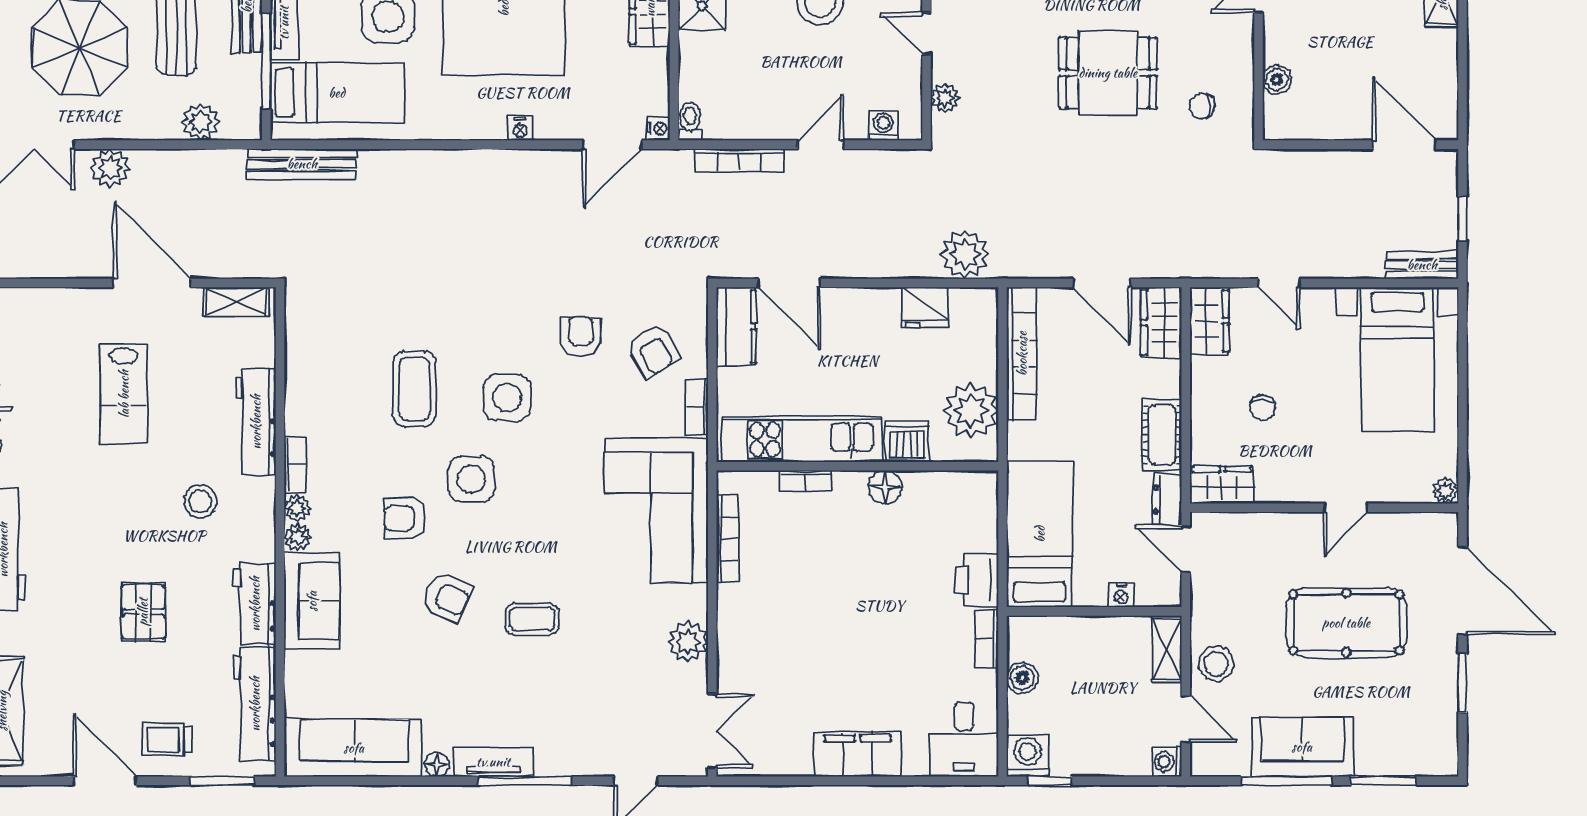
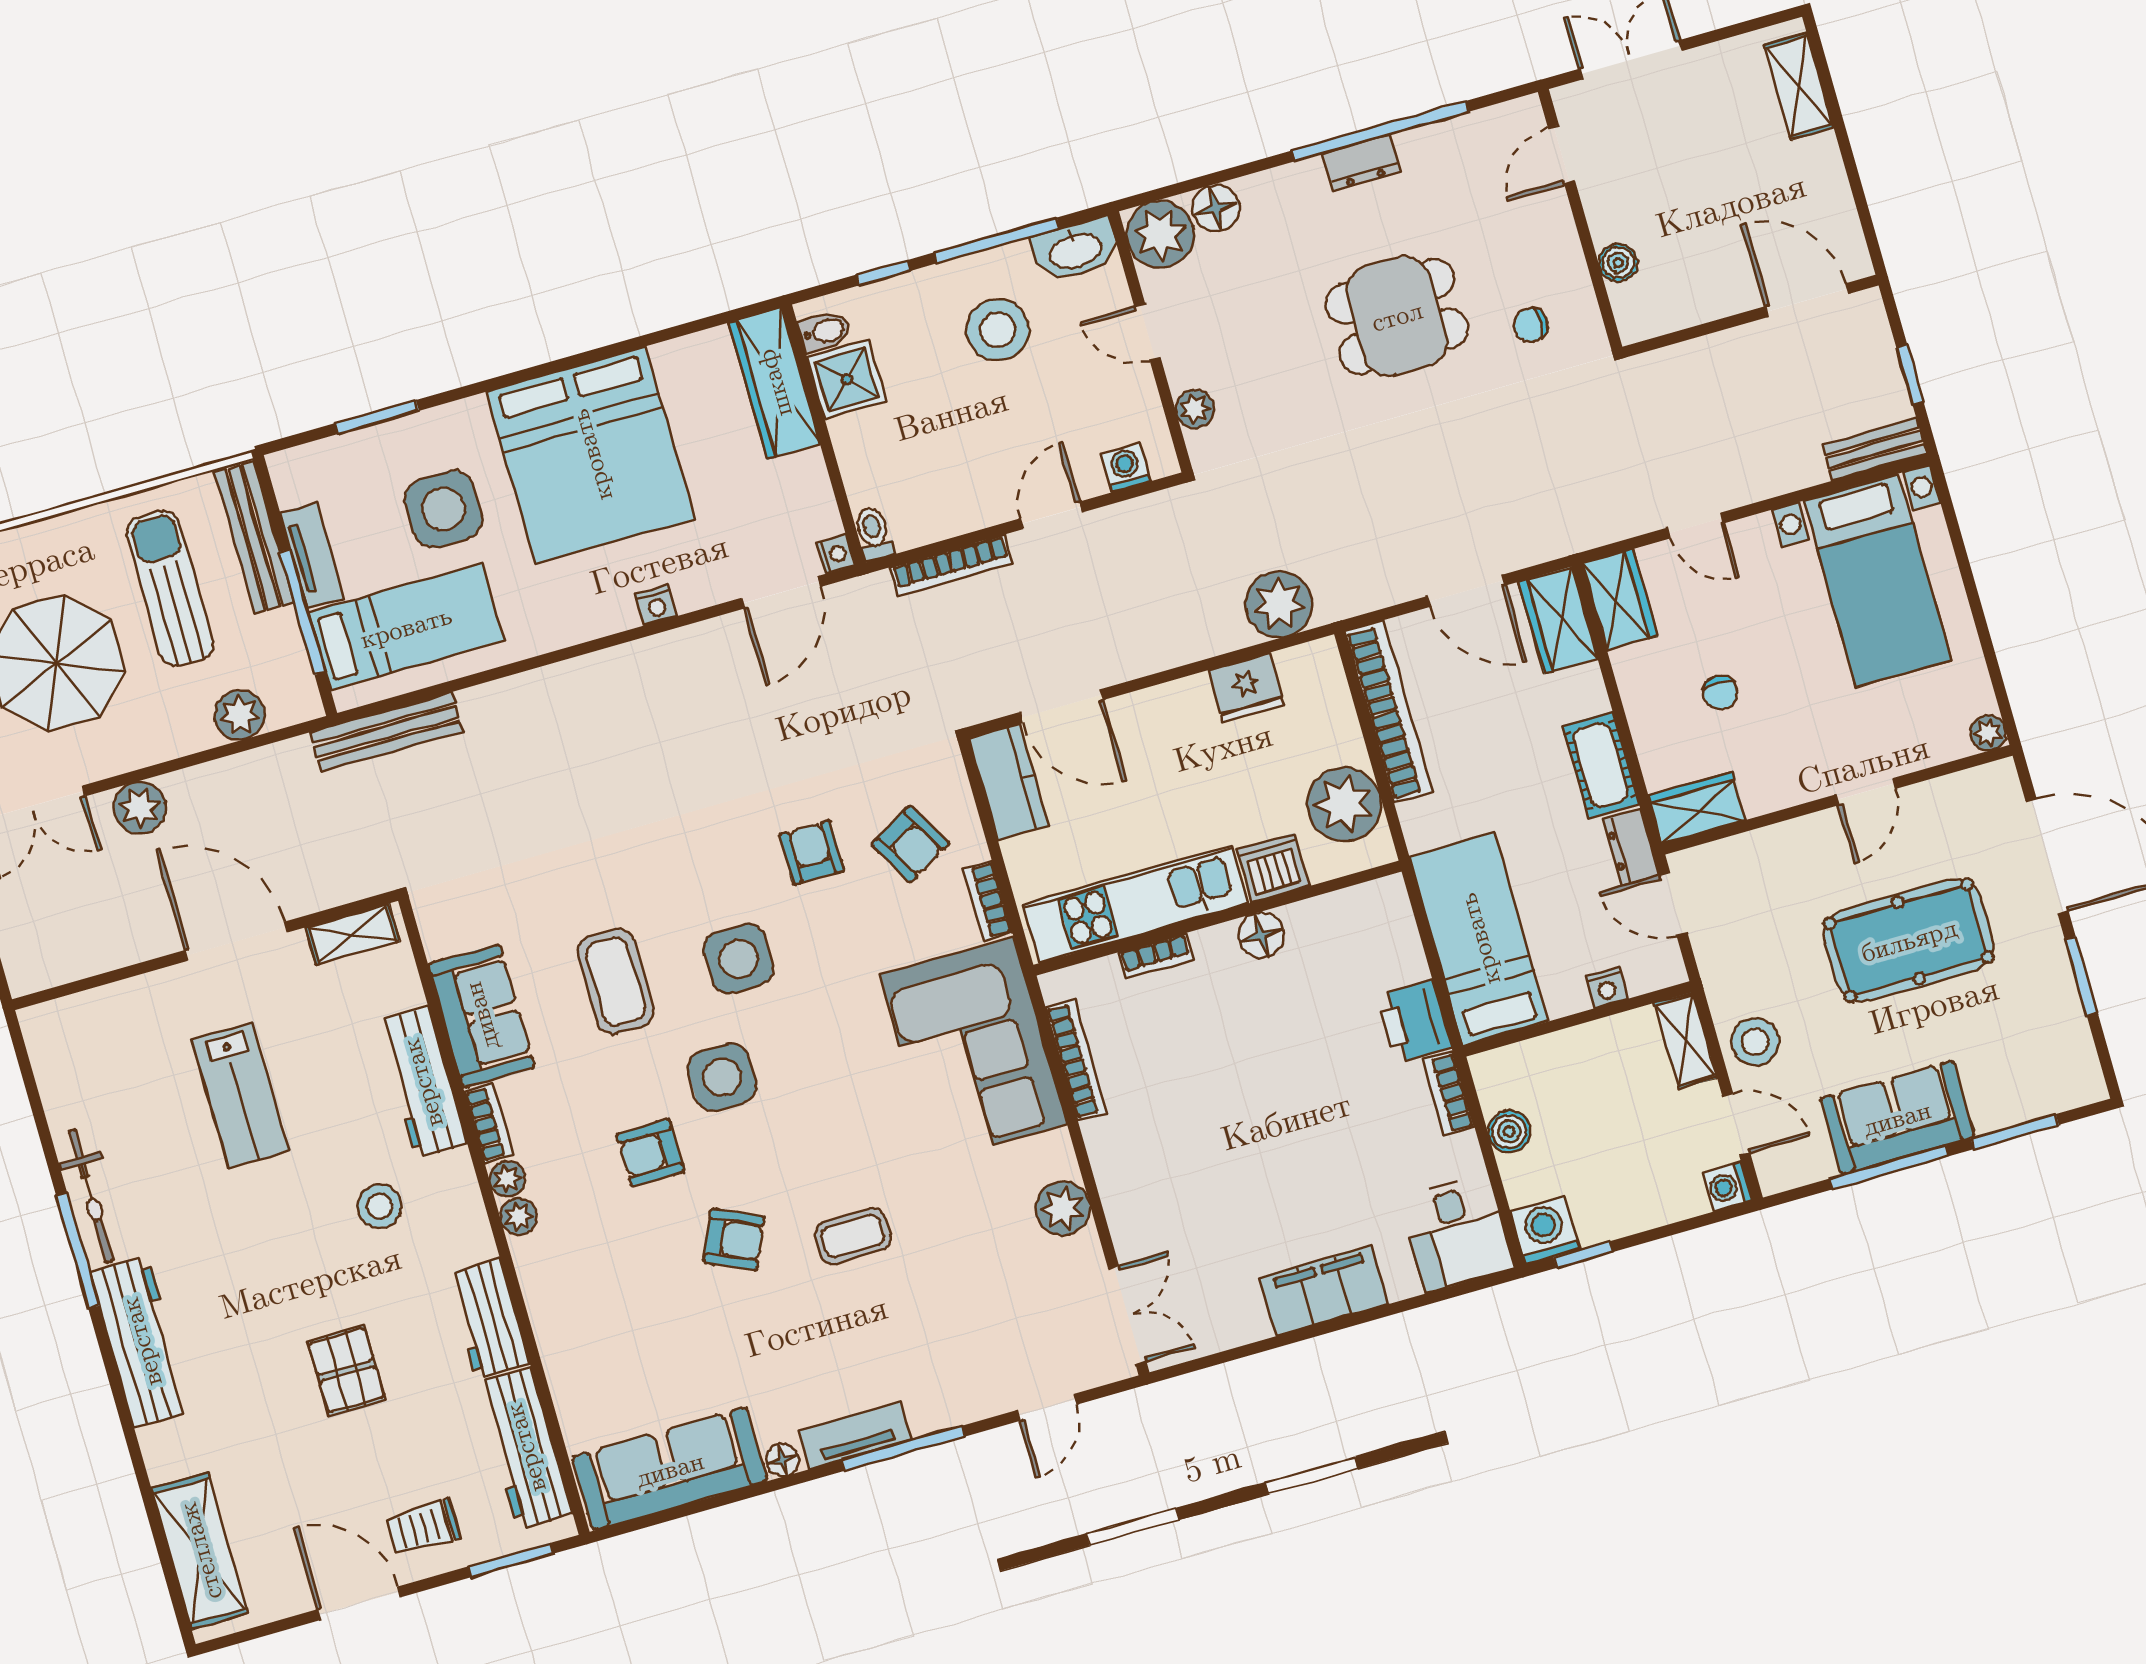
sofa: (312, 601) -> (481, 1016), moved

